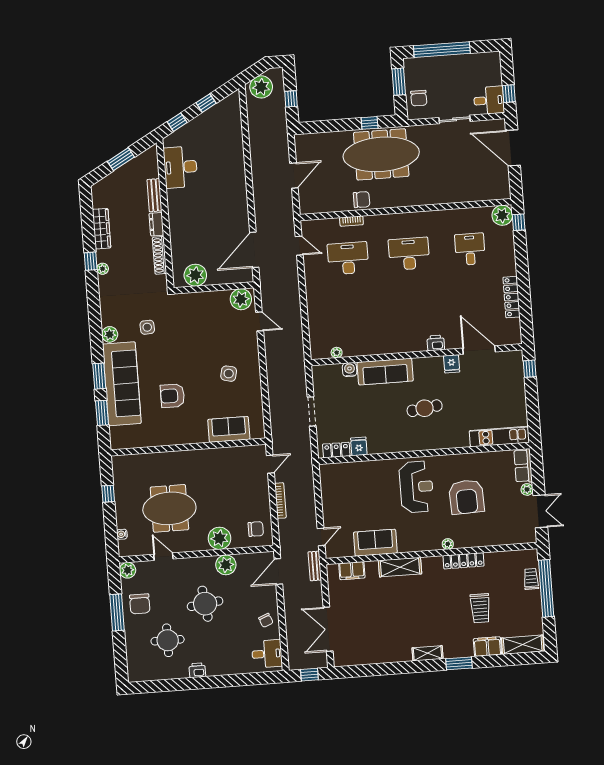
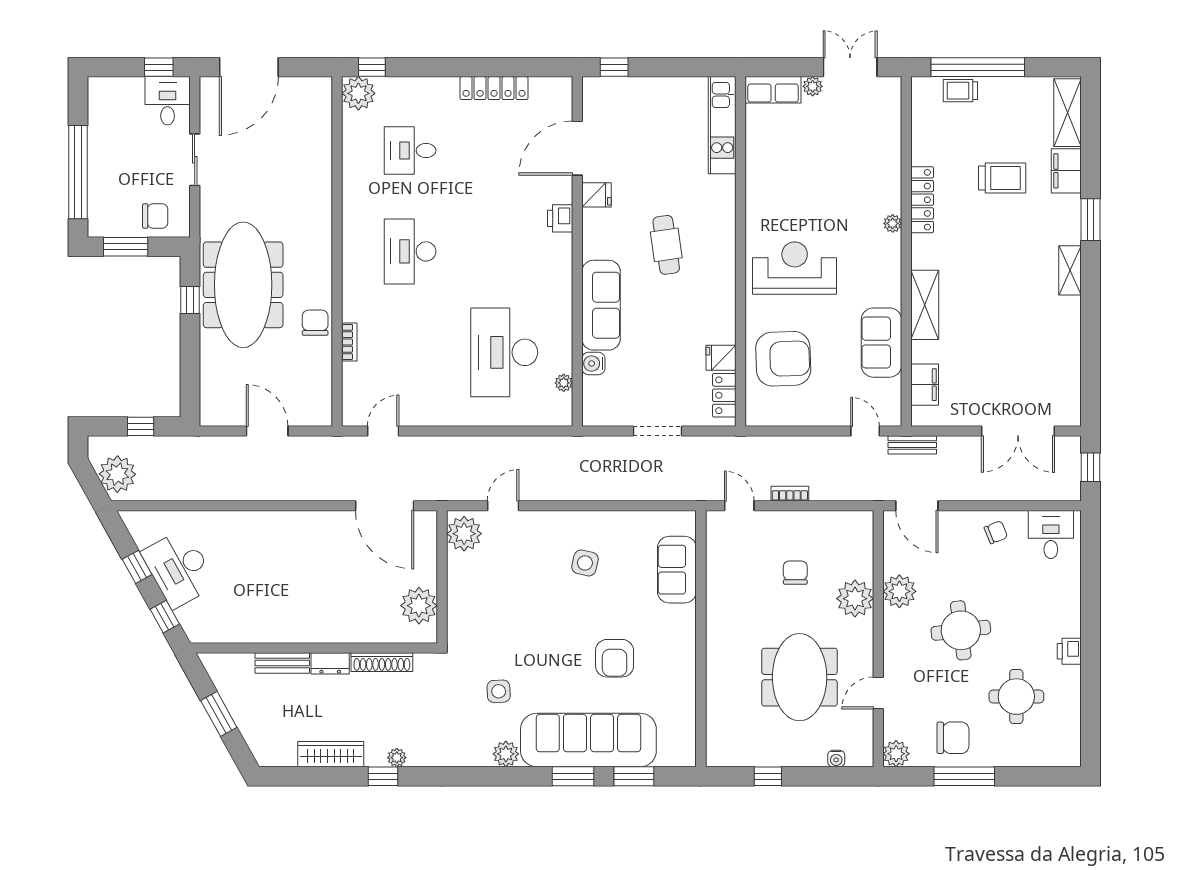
desk: (180, 167) -> (179, 569), moved, turned 61
desk: (348, 258) -> (504, 352), moved, width x1.36, depth x1.30
armchair: (467, 497) -> (783, 359), moved
bookcase: (280, 501) -> (790, 494), width x0.64
chair: (256, 529) -> (795, 573), moved

